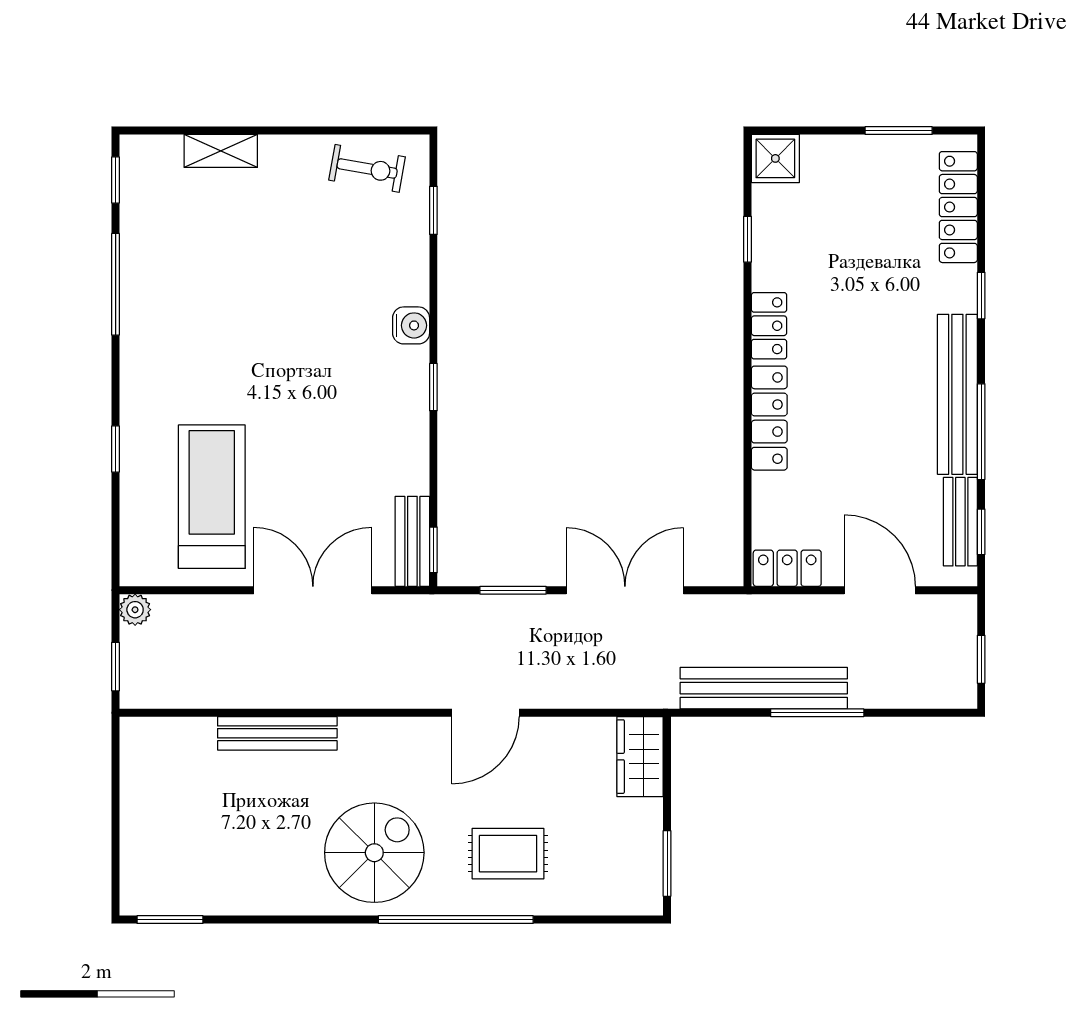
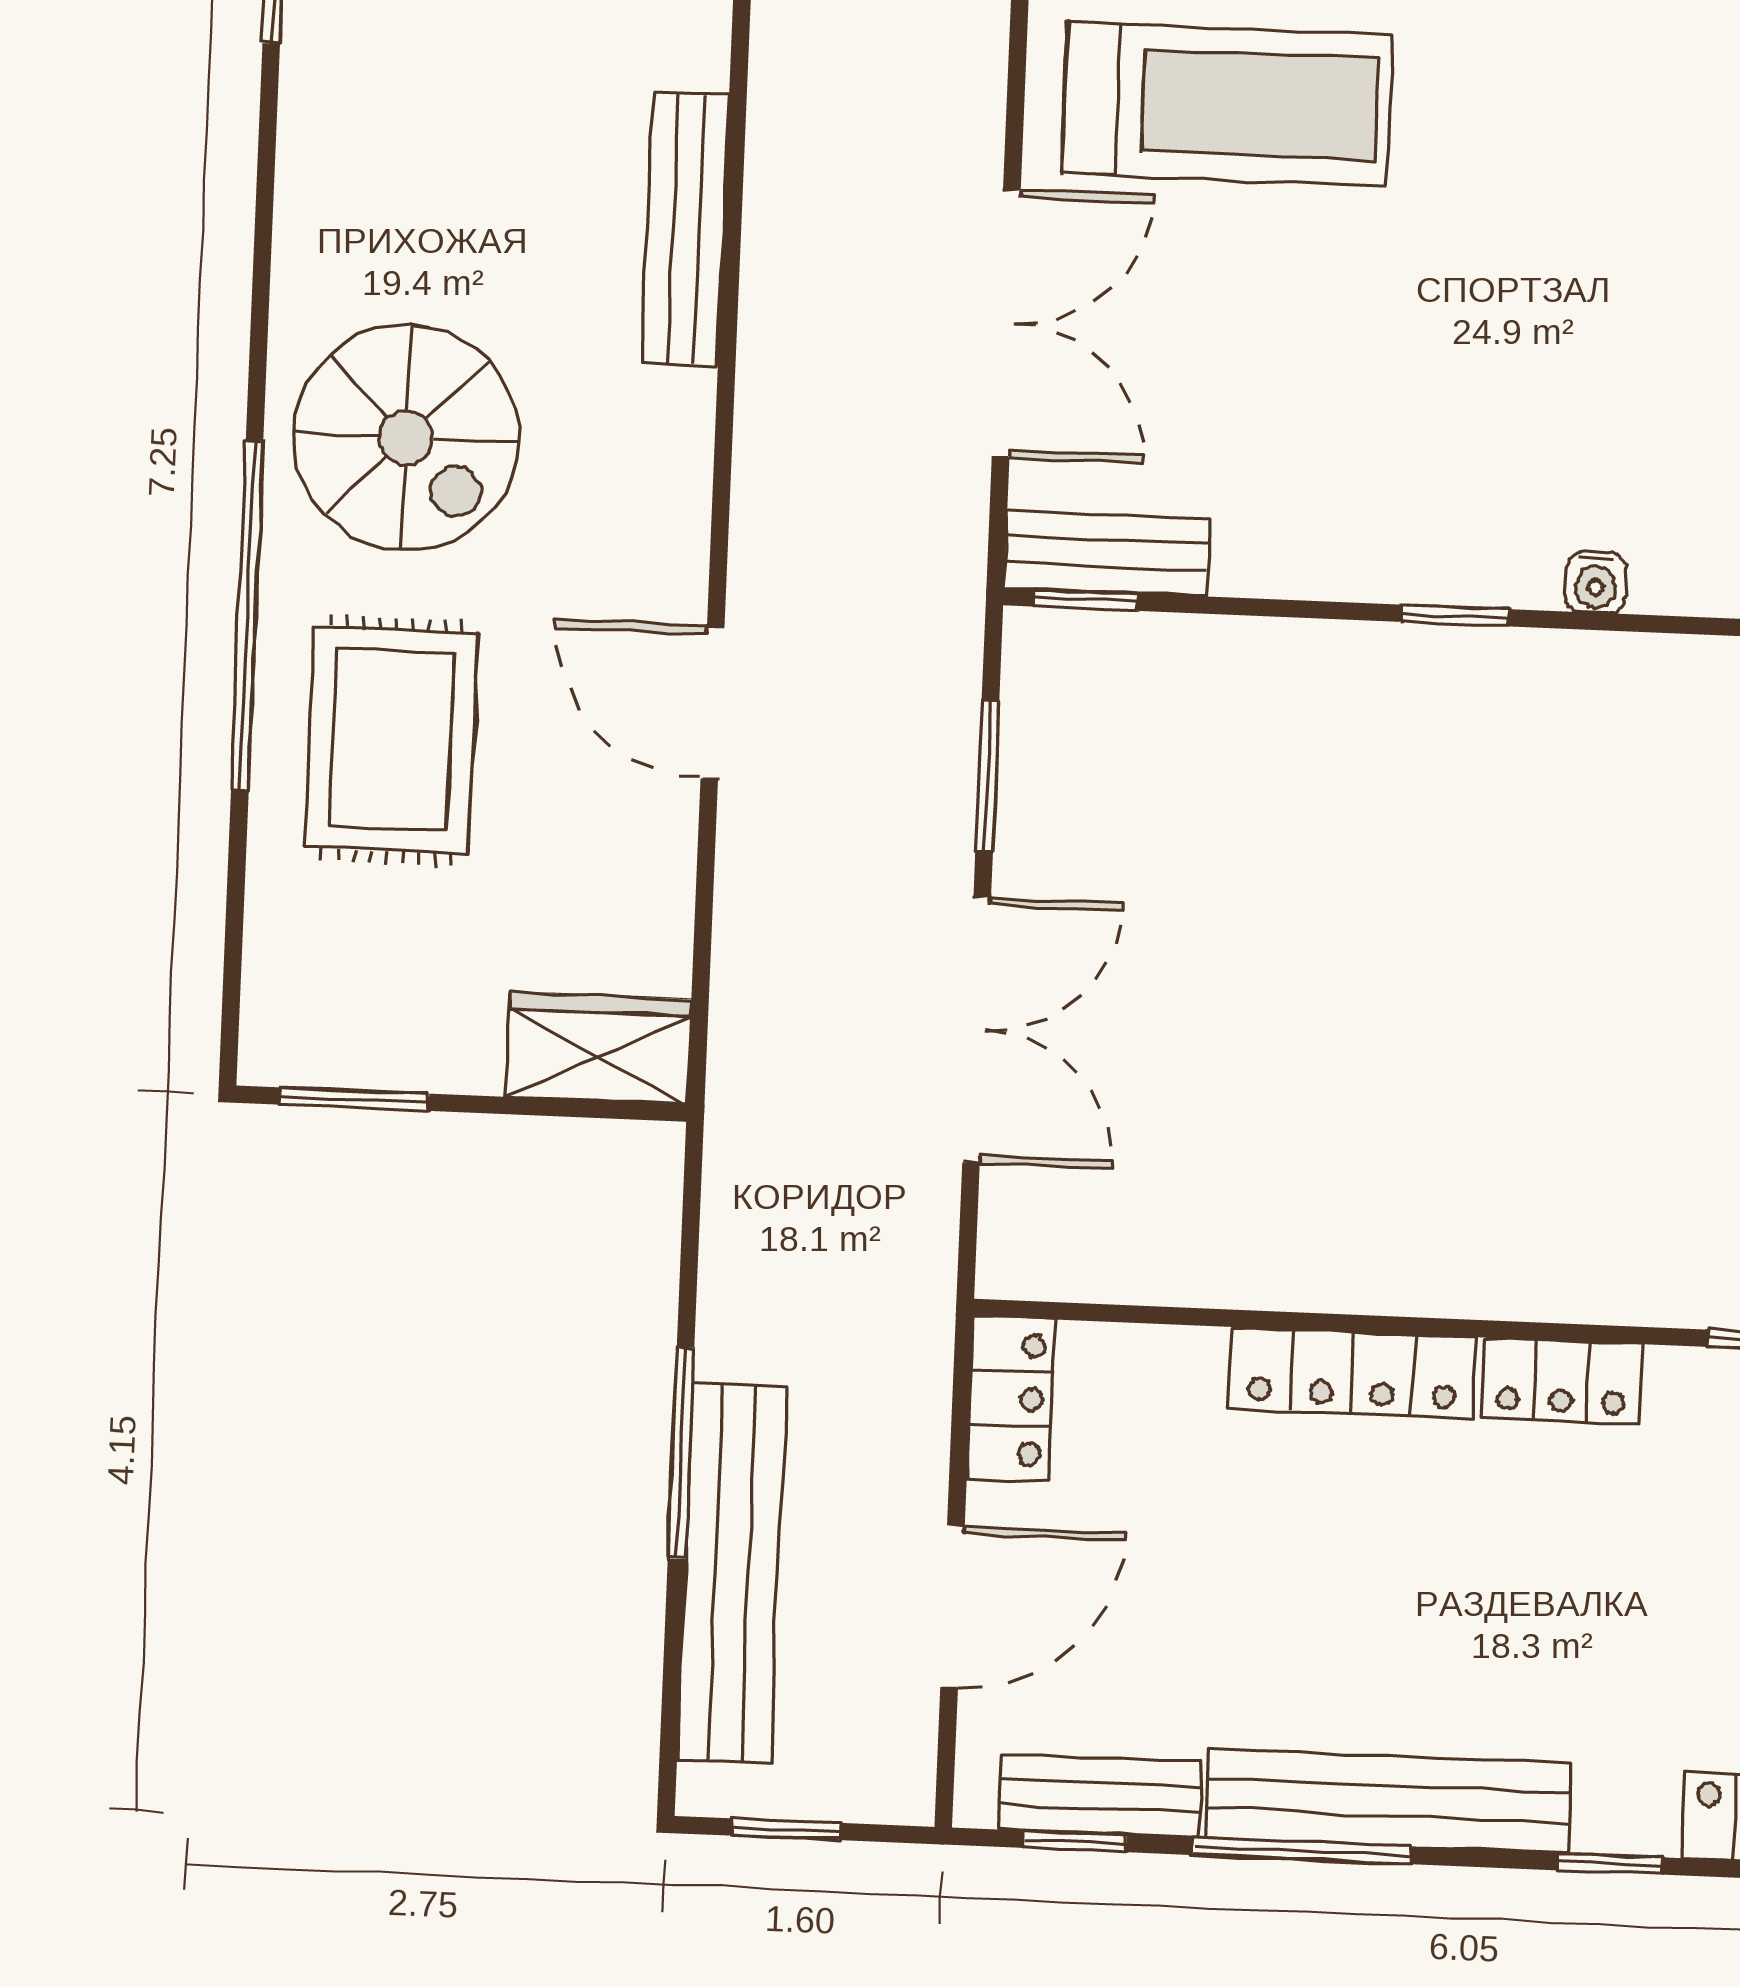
water cooler: (411, 325) -> (1596, 582), width x0.72, depth x0.72
bench: (764, 688) -> (732, 1573), moved
rug: (508, 854) -> (391, 740), width x1.36, depth x1.43

